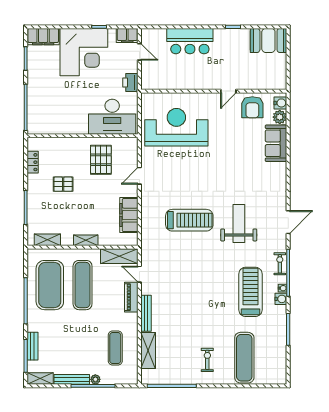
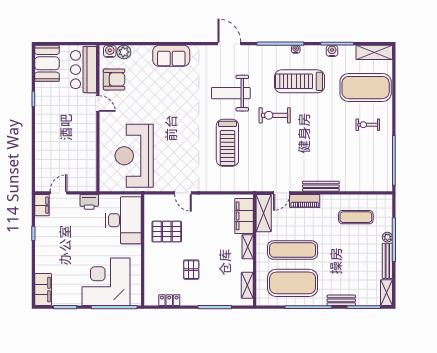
bar counter: (190, 41) -> (84, 70), moved, turned 180
corner desk: (84, 52) -> (106, 282), moved, turned -90
sofa: (276, 143) -> (171, 56), moved
filing cabinet: (129, 215) -> (244, 216), moved, turned 90
treadmill: (189, 220) -> (227, 143), turned 180
exercise bike: (280, 264) -> (275, 115), moved, width x1.38, depth x1.39
water cooler: (281, 299) -> (332, 51), moved
bench: (32, 346) -> (341, 300), moved
shelving: (148, 351) -> (374, 52), moved
exercise mat: (244, 358) -> (366, 88), width x1.47

